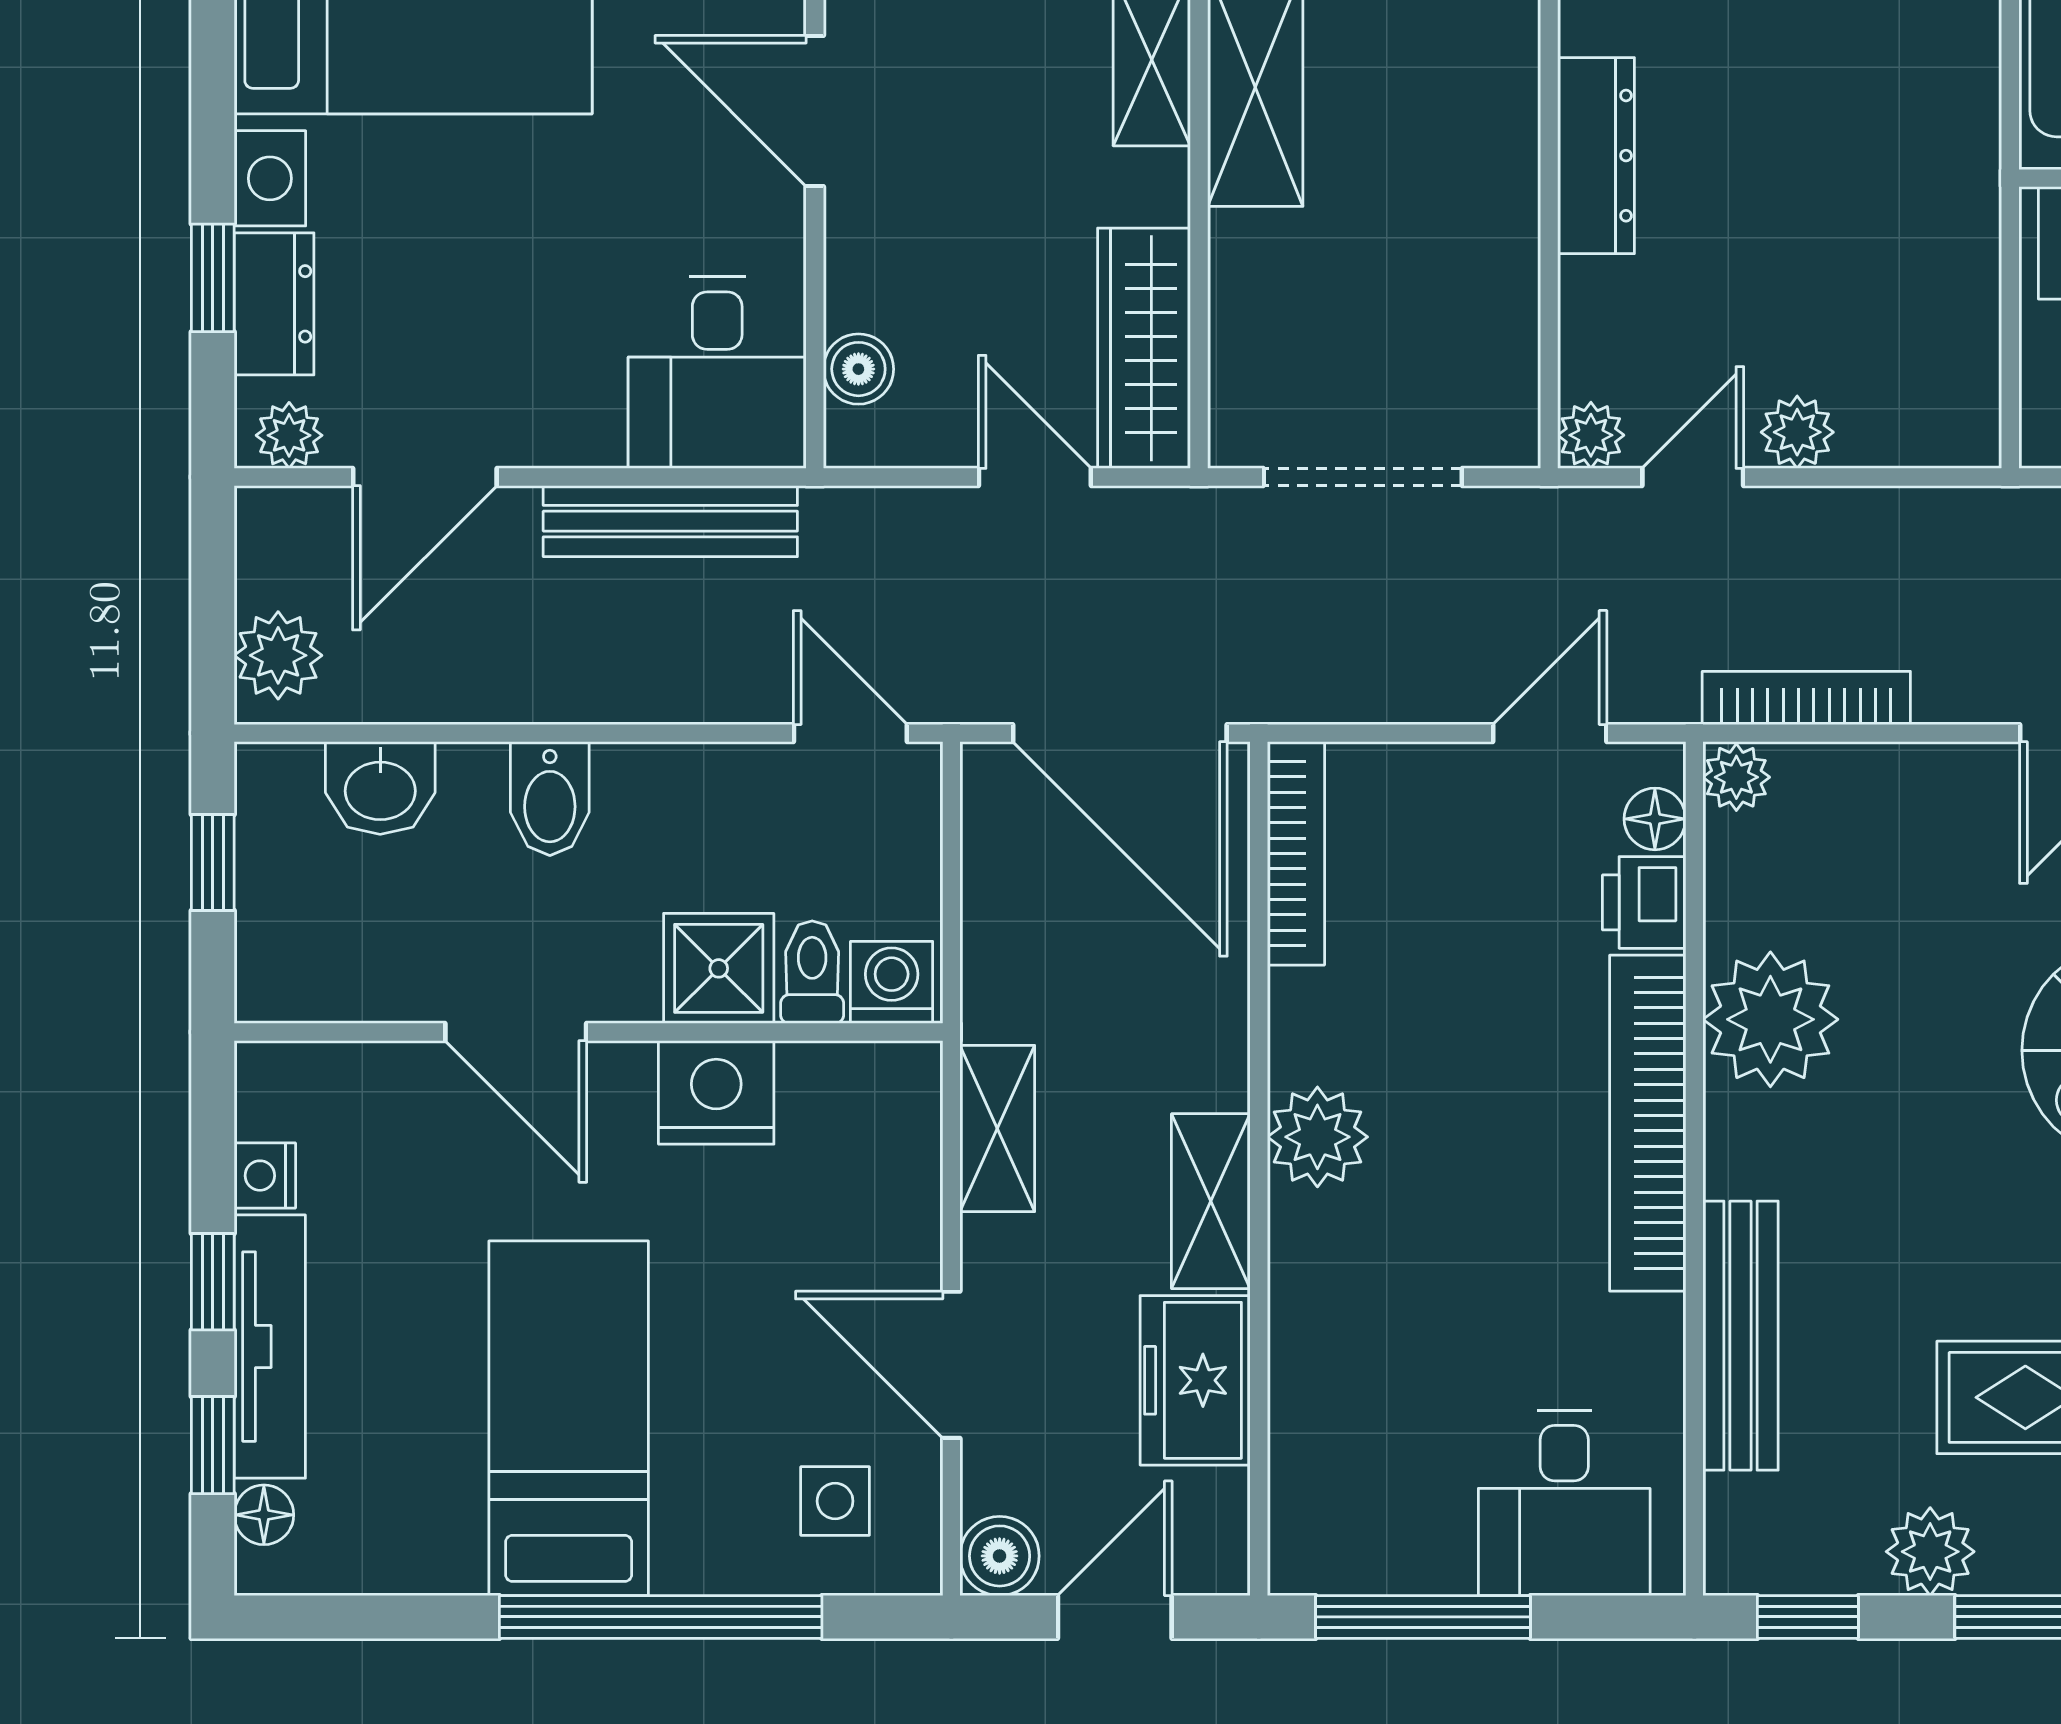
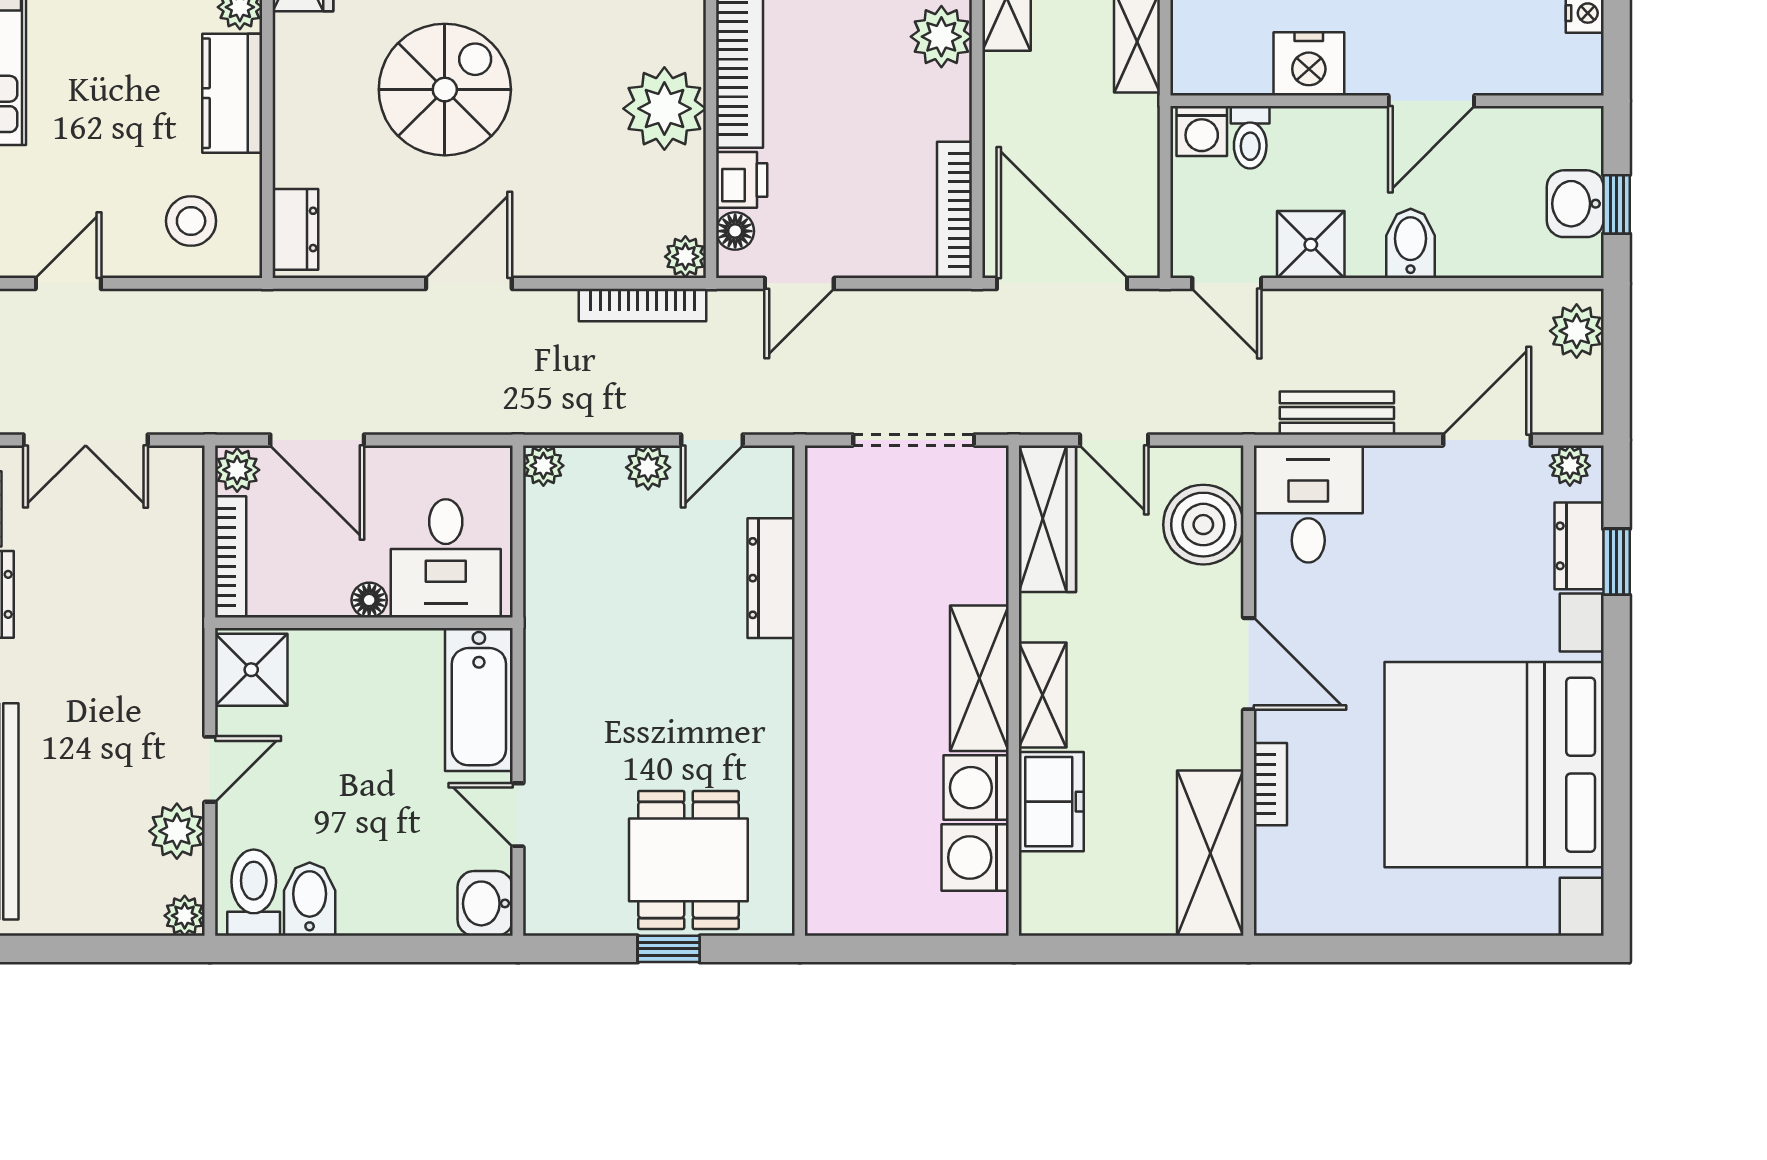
dresser: (1596, 156) -> (771, 578), moved
boiler: (858, 369) -> (1203, 525), width x1.86, depth x1.86
plant: (1591, 435) -> (543, 466), moved
bench: (670, 521) -> (1337, 413), width x0.73
washbasin: (380, 788) -> (1575, 204), moved, turned -90
shower: (719, 968) -> (1311, 245), moved
door: (516, 1032) -> (1431, 101), swing flipped

